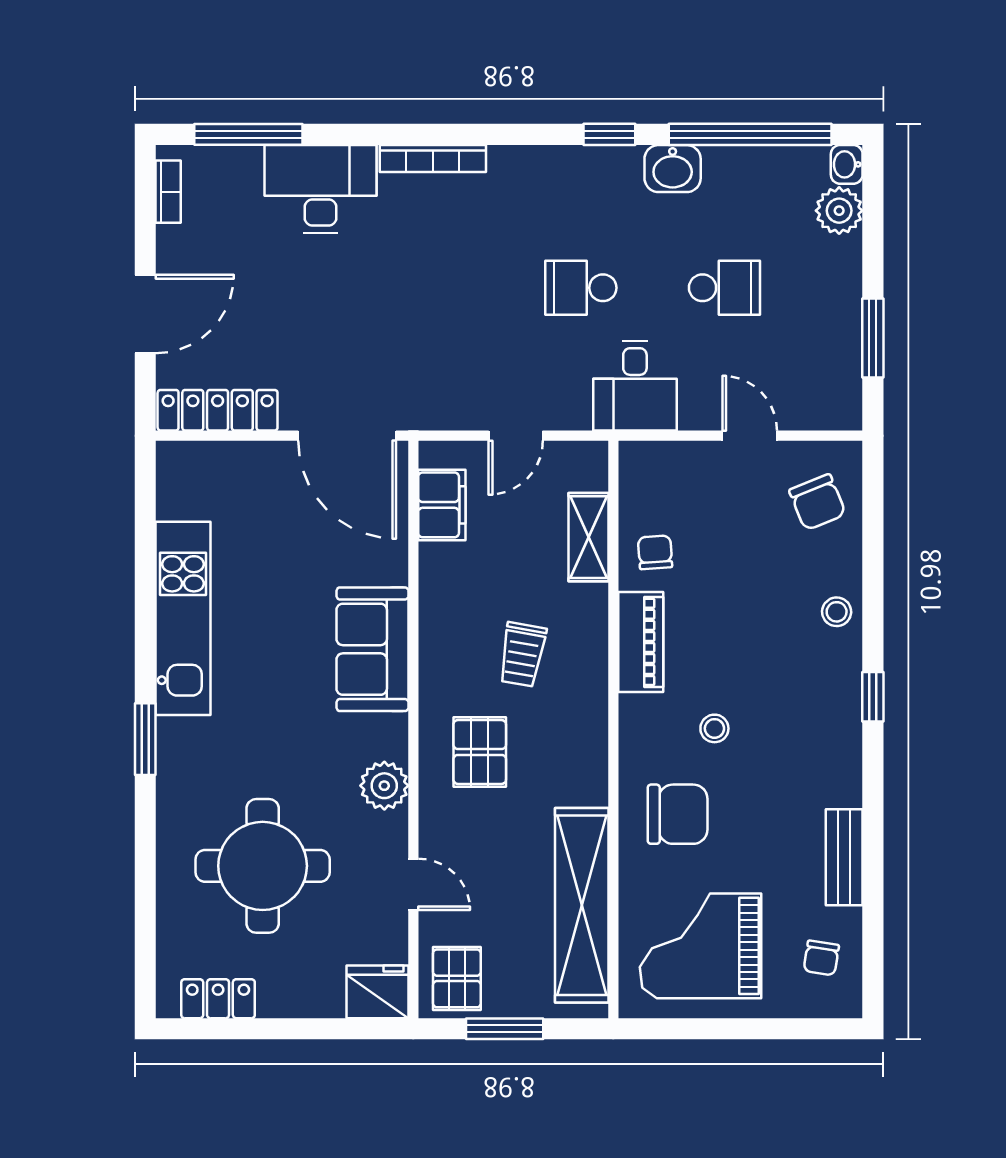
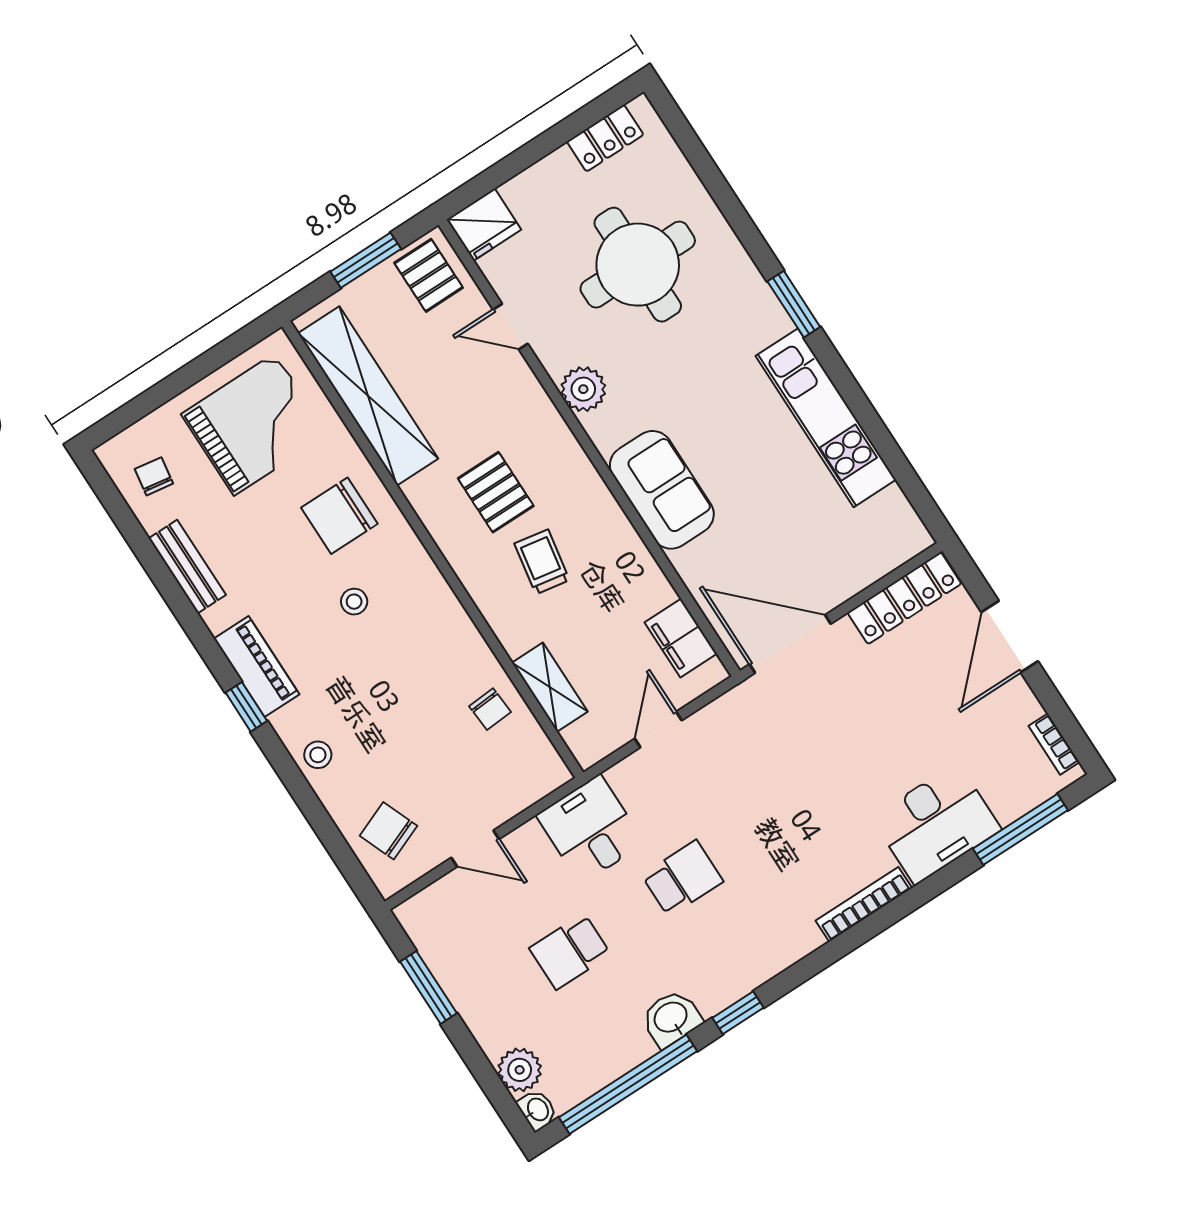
piano: (641, 642) -> (257, 666), moved, turned 180
pallet: (480, 752) -> (496, 492), moved

